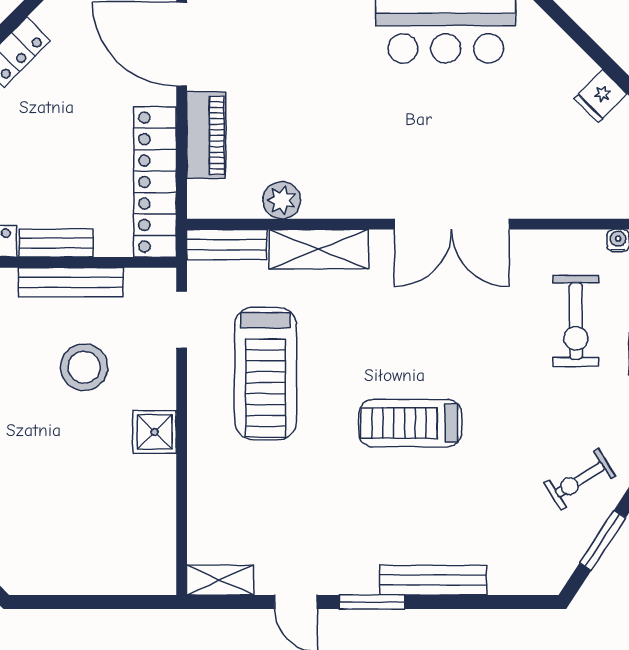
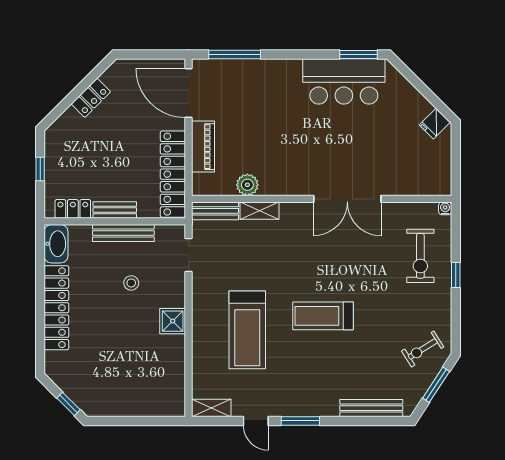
shelving: (319, 249) -> (260, 211), width x0.67, depth x0.75
stool: (84, 367) -> (131, 283), width x0.53, depth x0.53
treadmill: (266, 373) -> (247, 330), moved
bench: (433, 580) -> (371, 408), moved

